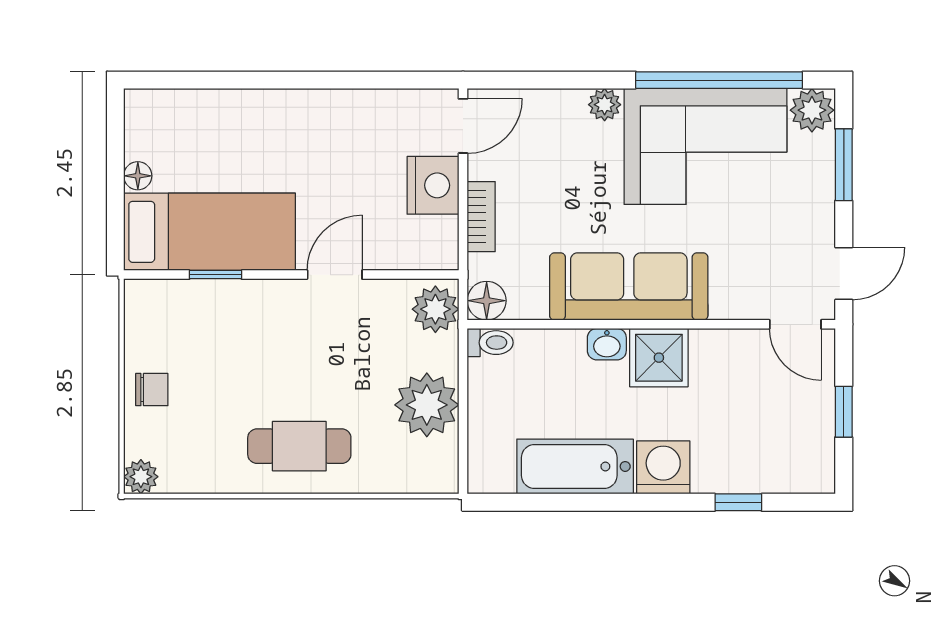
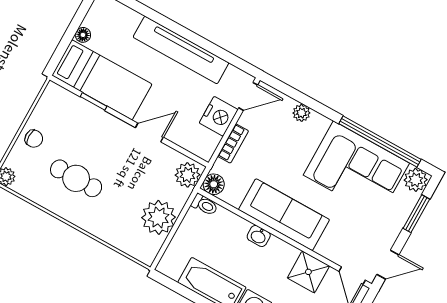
plant: (605, 105) -> (301, 113), moved
tv unit: (311, 111) -> (181, 50), added
shower: (659, 358) -> (308, 272), moved
cafe table: (299, 446) -> (76, 178), moved

